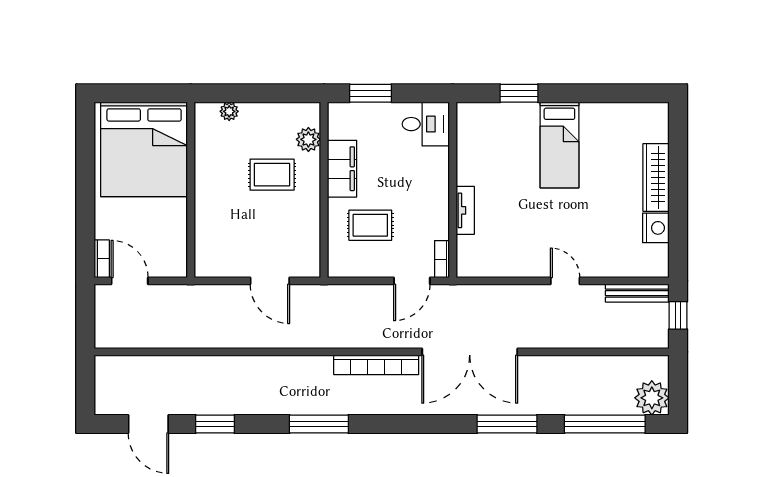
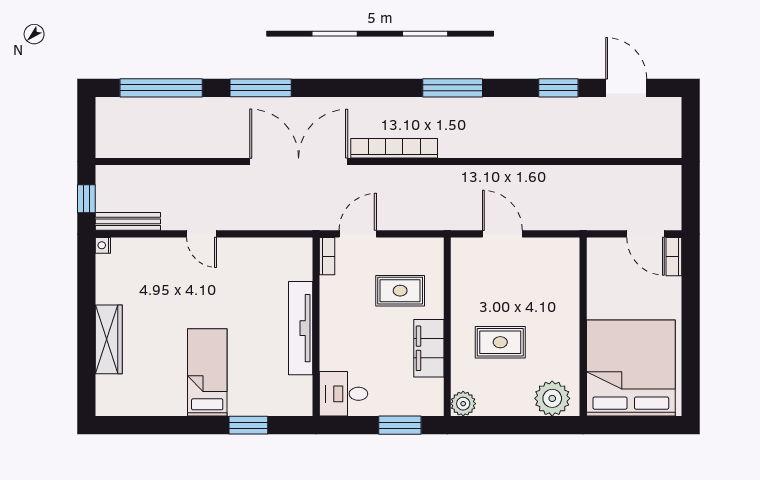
plant: (229, 111) -> (552, 398), width x1.88, depth x1.88
plant: (308, 139) -> (463, 404), moved
tv unit: (465, 210) -> (301, 328), width x1.92, depth x1.29
nightstand: (656, 228) -> (103, 245), moved, width x0.53, depth x0.56
plant: (652, 398) -> (113, 115), removed

